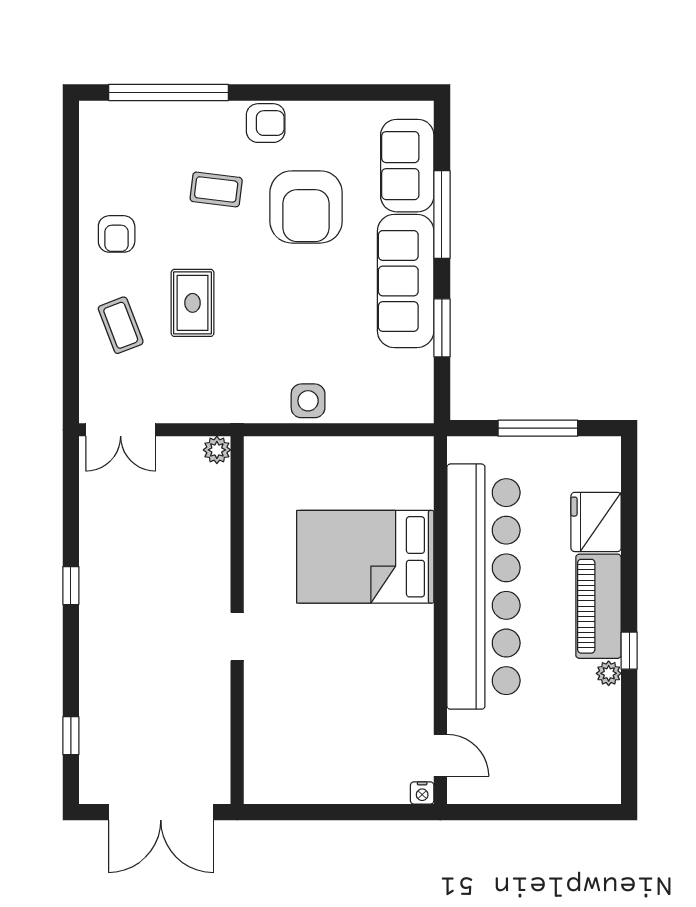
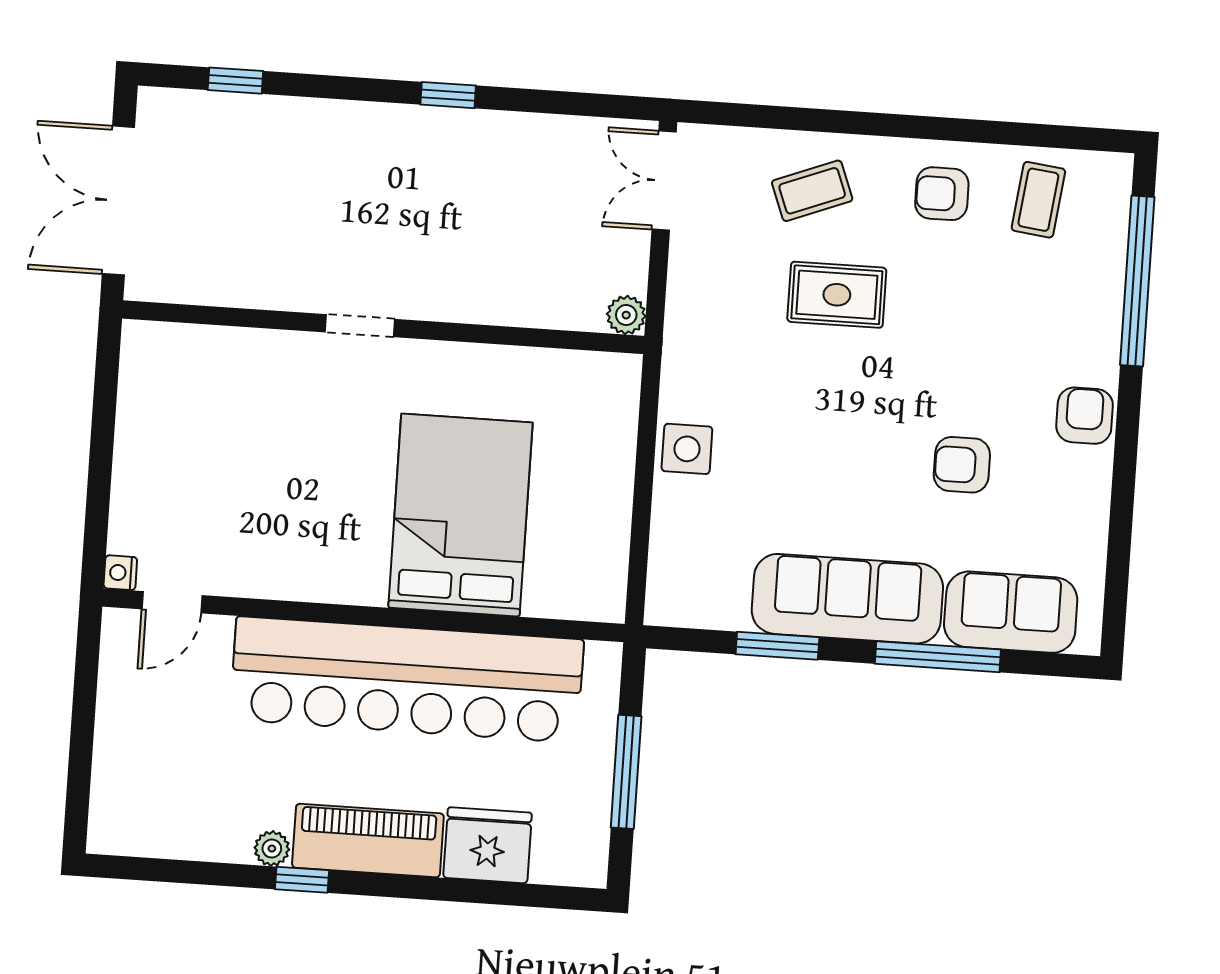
armchair: (266, 123) -> (1085, 416), turned 180
coffee table: (216, 189) -> (1038, 200), moved
armchair: (306, 207) -> (962, 465), width x0.53, depth x0.53

